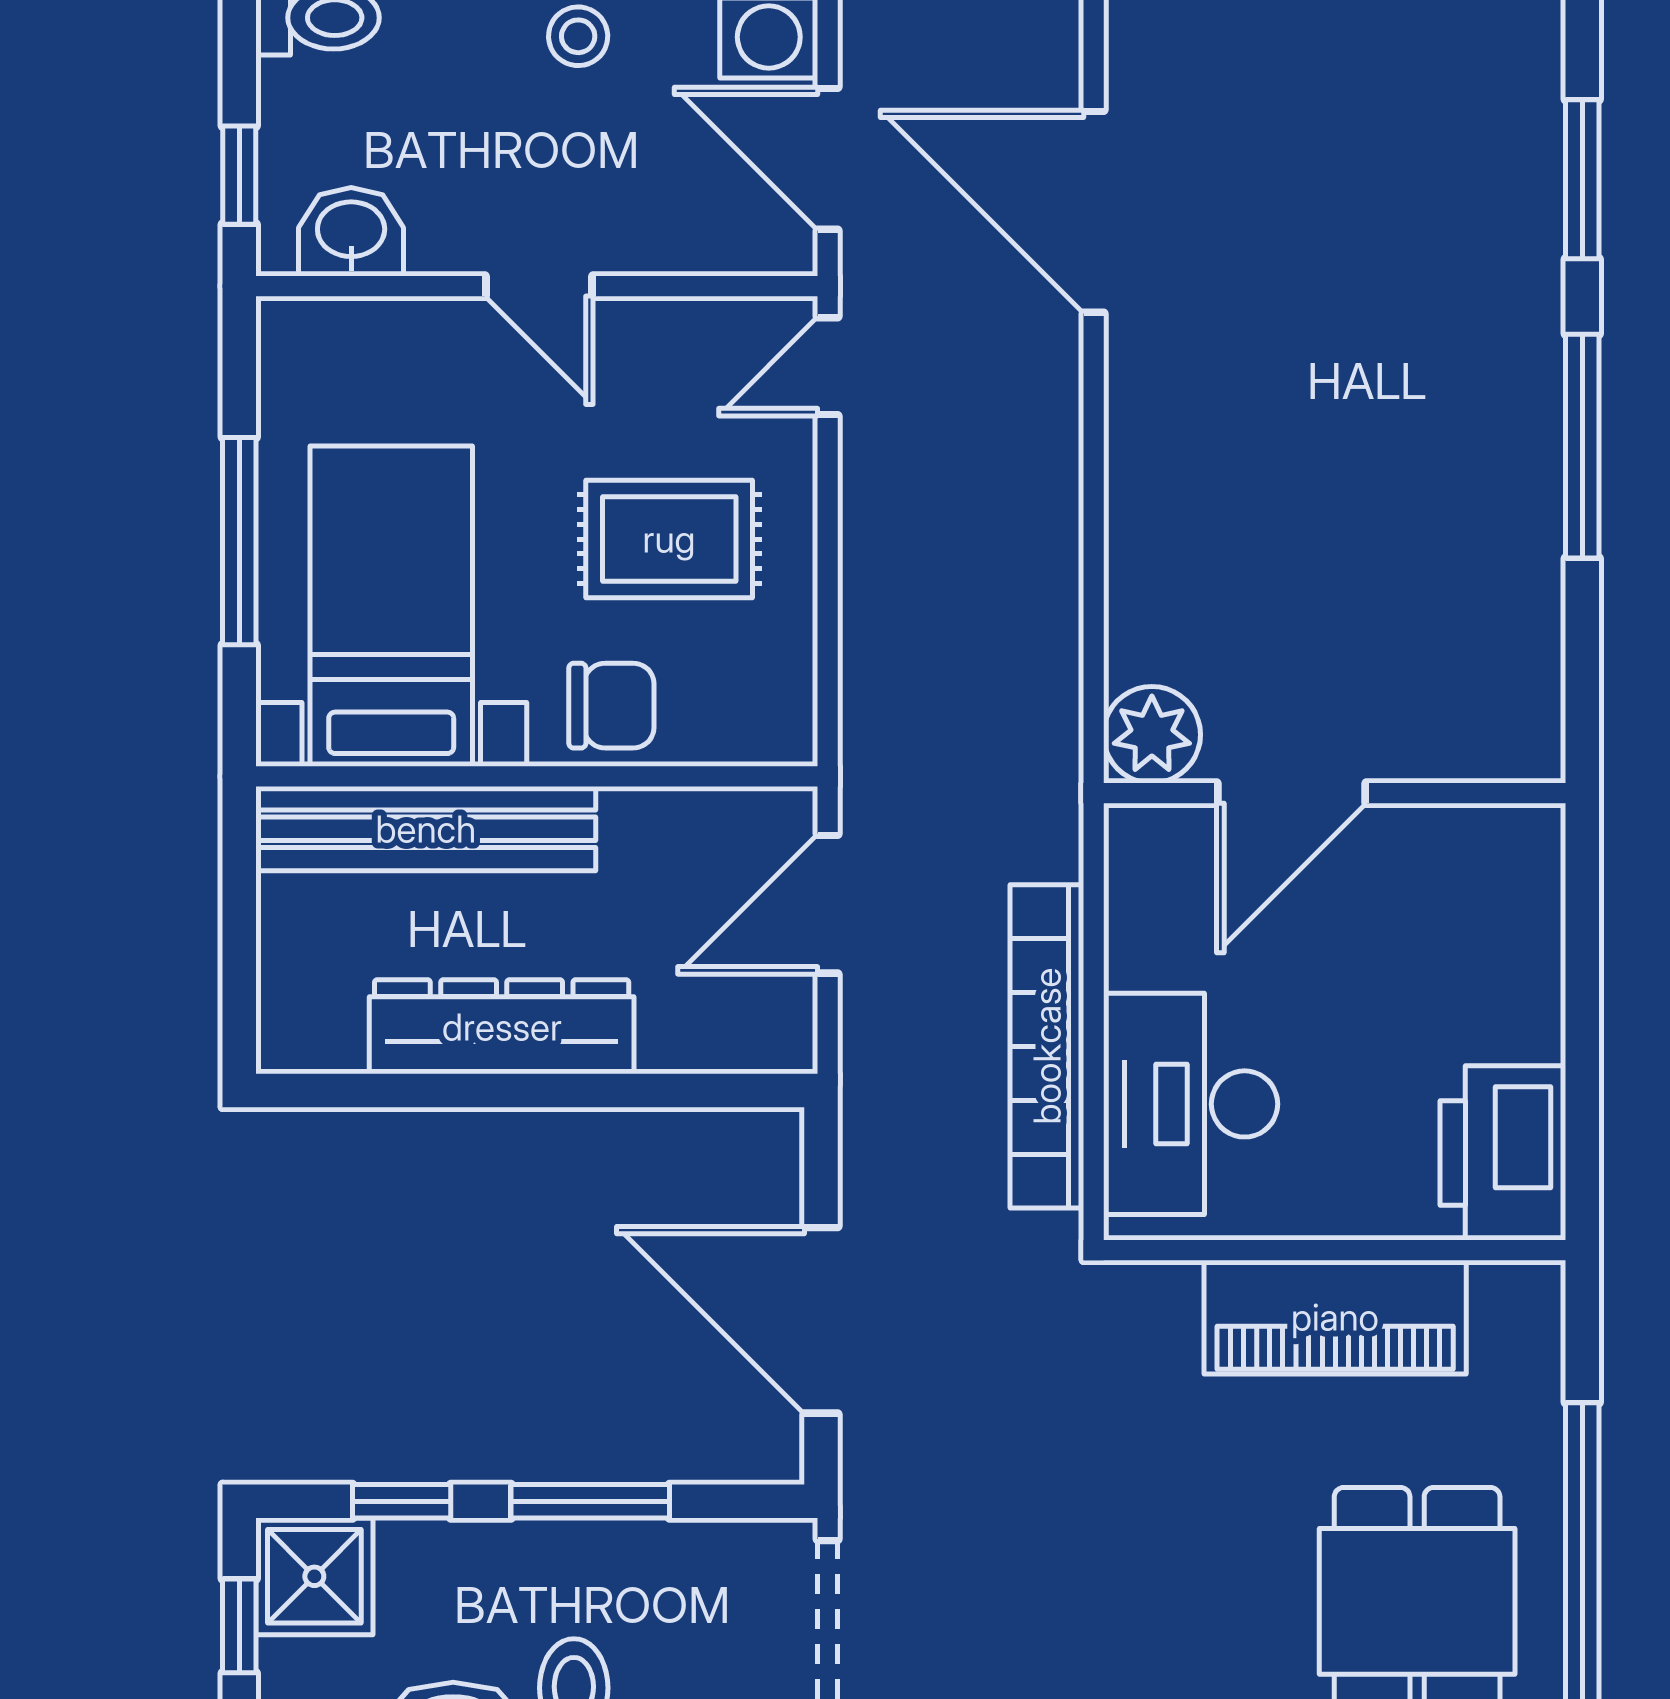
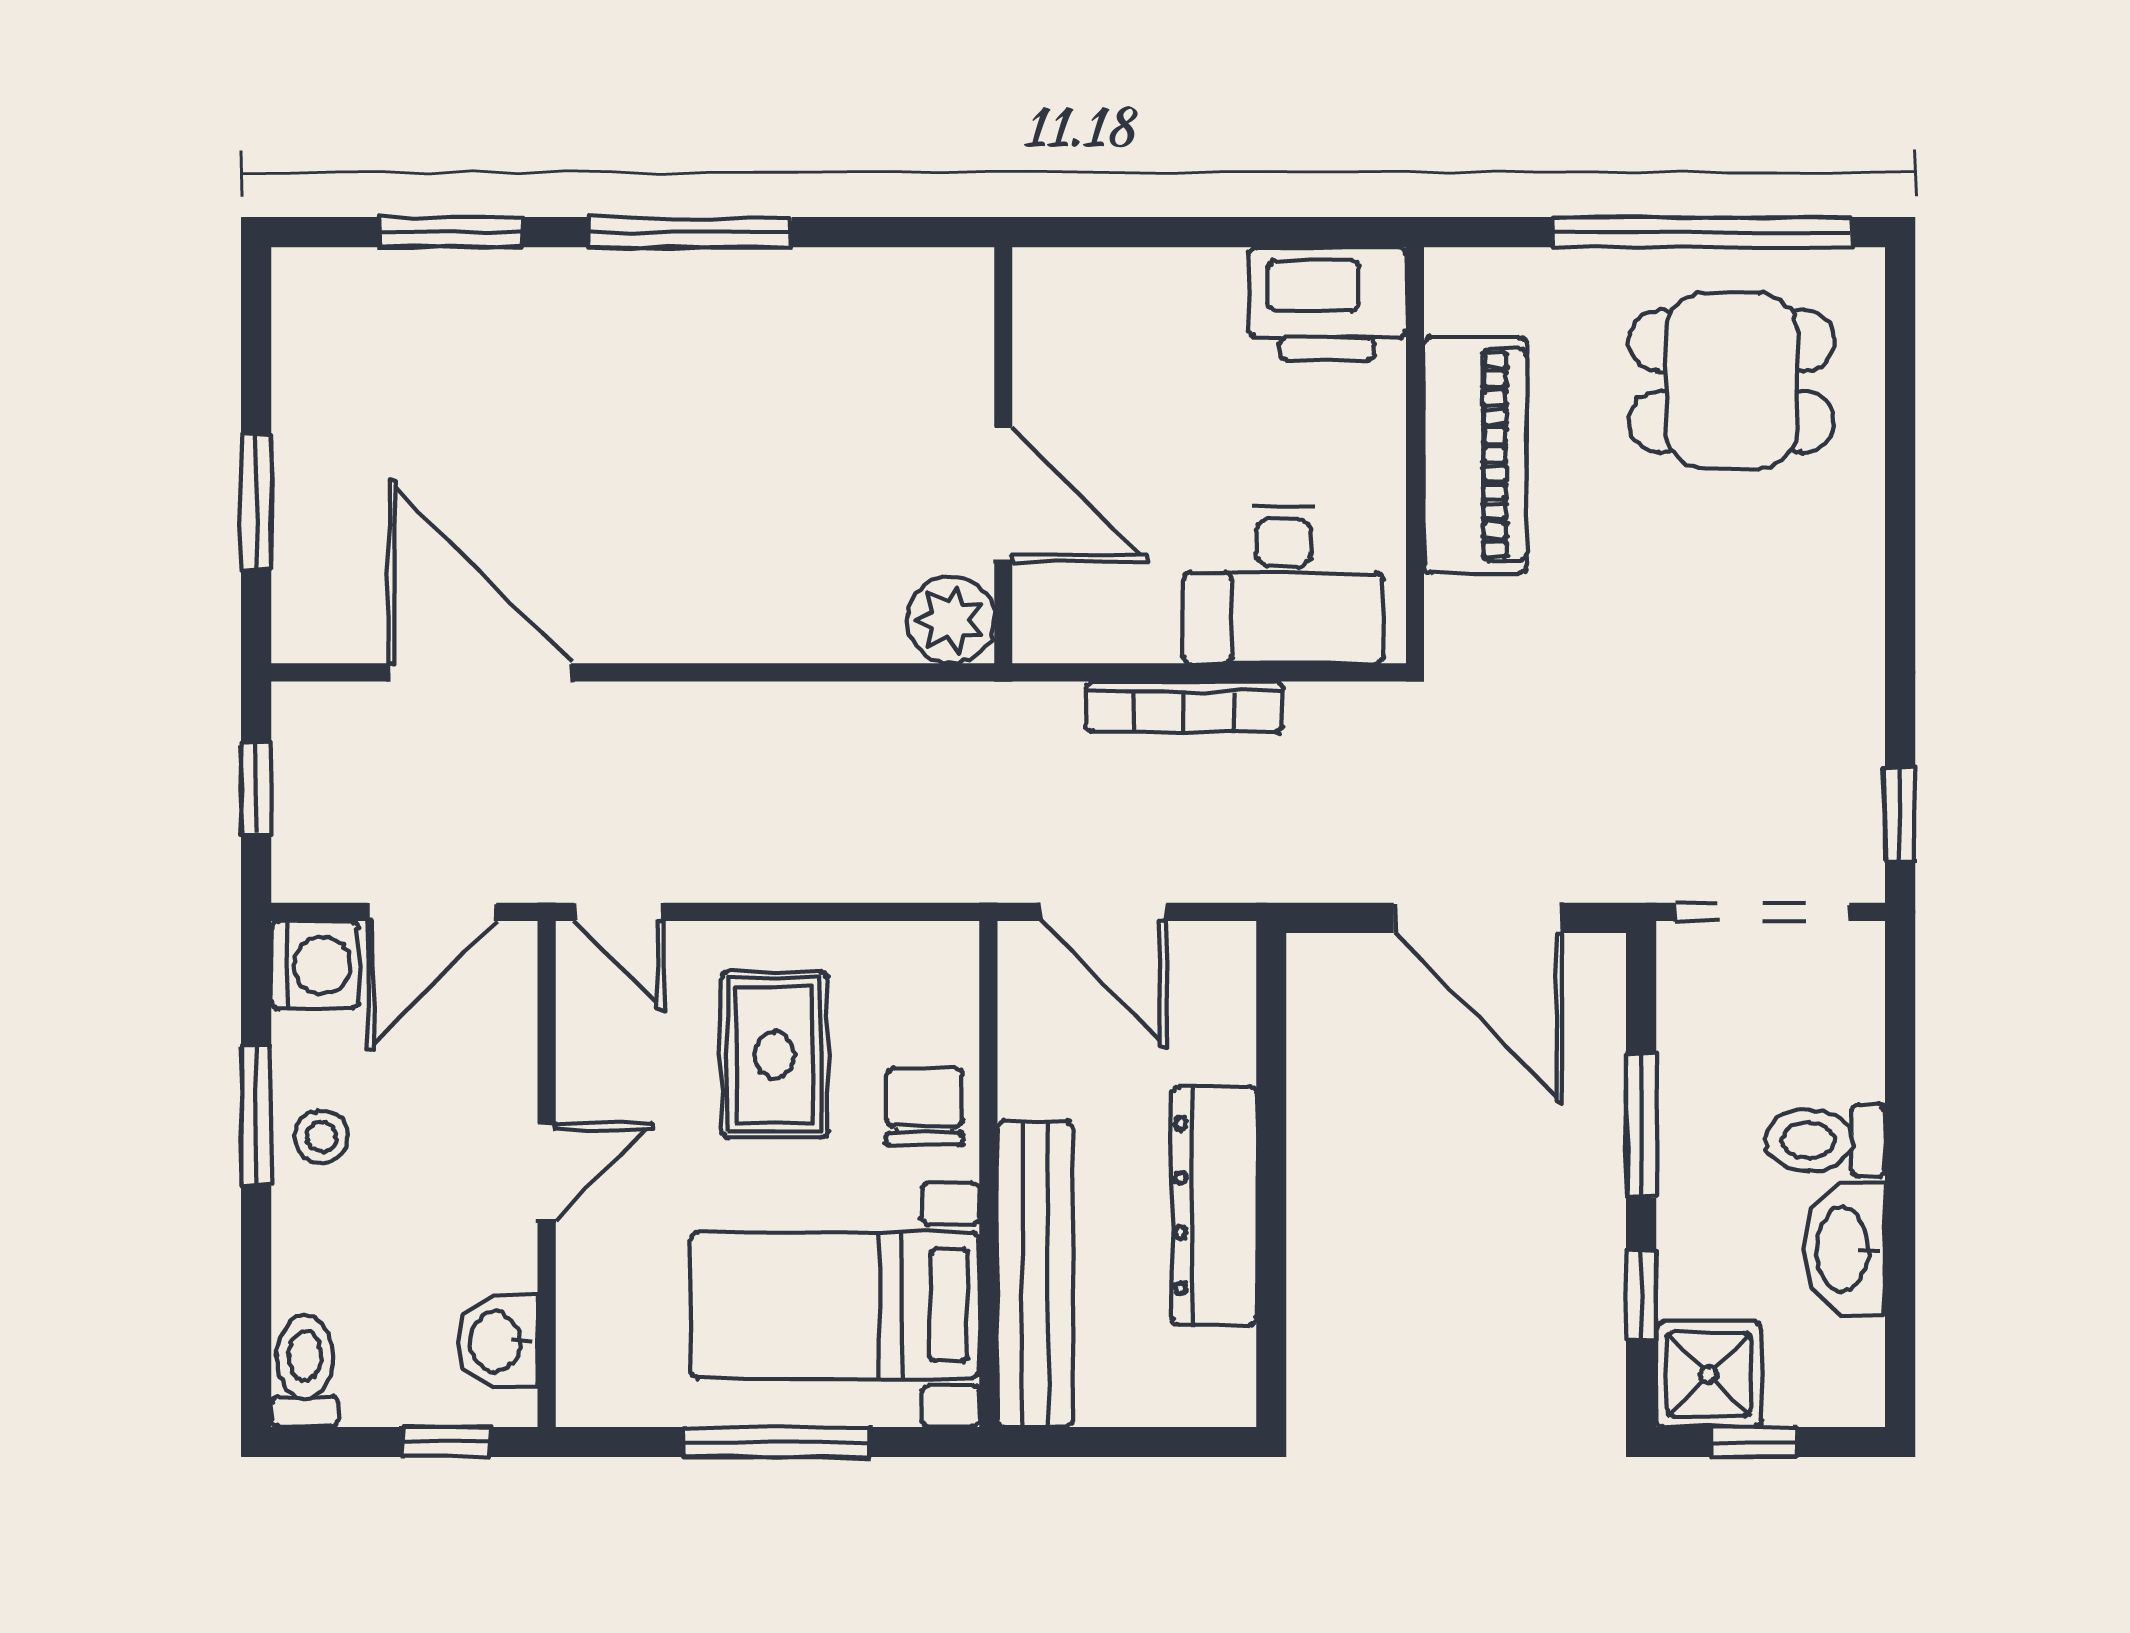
door: (1094, 212) -> (480, 672), swing flipped
bookcase: (1047, 1046) -> (1184, 707), width x0.68, depth x0.76
door: (821, 1320) -> (1478, 918), hinge flipped

